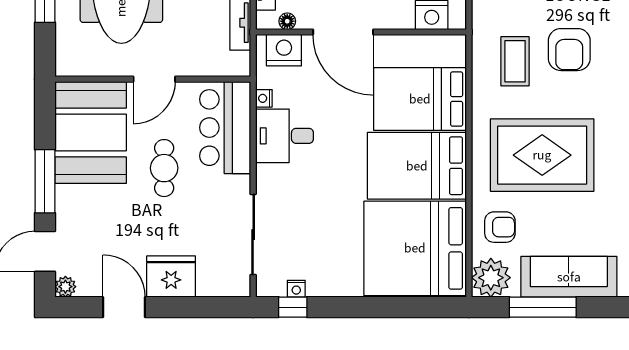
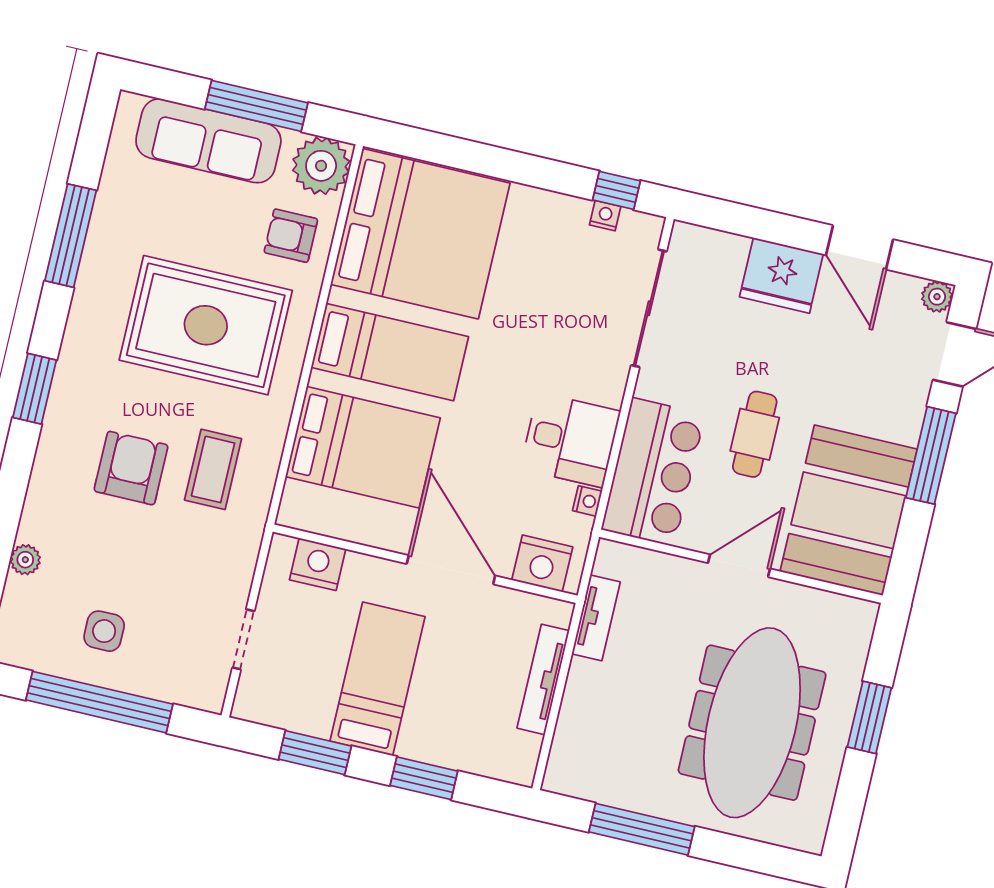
floor lamp: (287, 21) -> (528, 604), removed
bed: (417, 166) -> (390, 352), width x0.67

